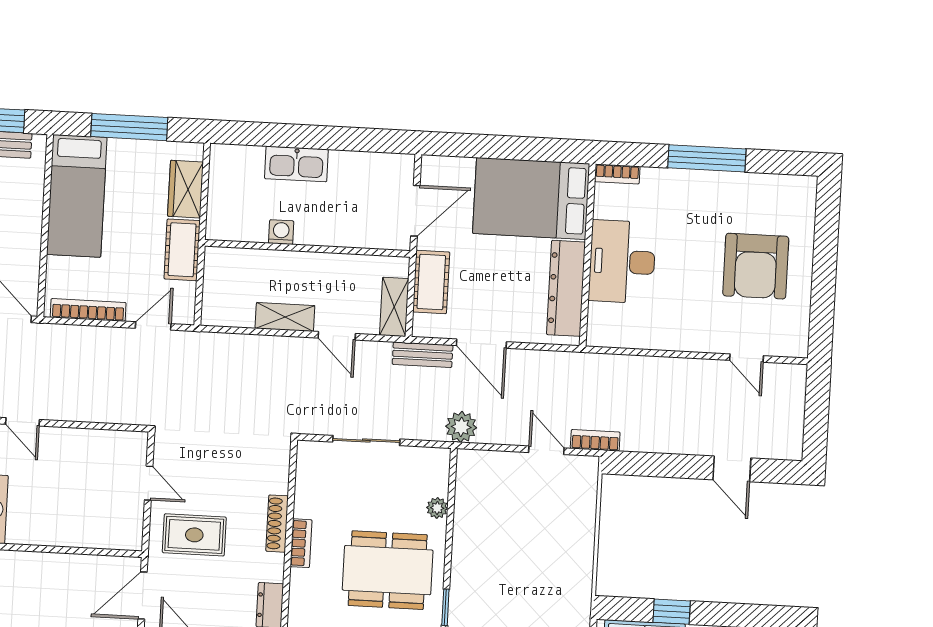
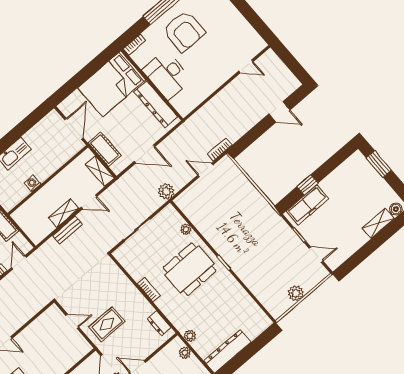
armchair: (756, 266) -> (184, 31), moved
bench: (423, 355) -> (67, 230), moved
shoe rack: (277, 524) -> (133, 291), removed

